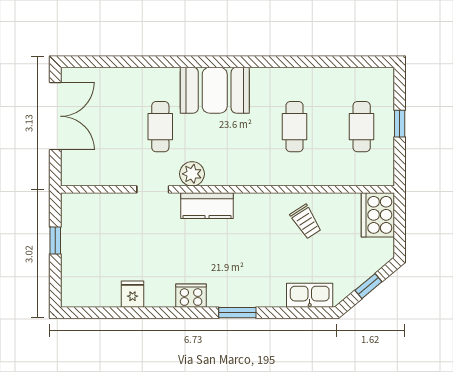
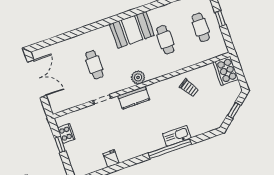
booth: (215, 90) -> (132, 30), moved
plant: (192, 174) -> (138, 77), moved
kitchen sink: (310, 295) -> (177, 136), moved
cooker: (191, 296) -> (66, 133), moved, turned 90
window: (237, 313) -> (170, 149), width x2.11

